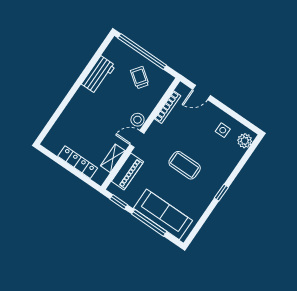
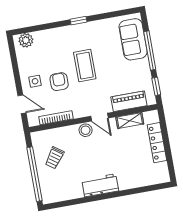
workbench: (98, 75) -> (100, 185), moved
side table: (223, 130) -> (35, 81), moved
armchair: (191, 135) -> (59, 82), added
sofa: (163, 214) -> (133, 39), width x0.73

